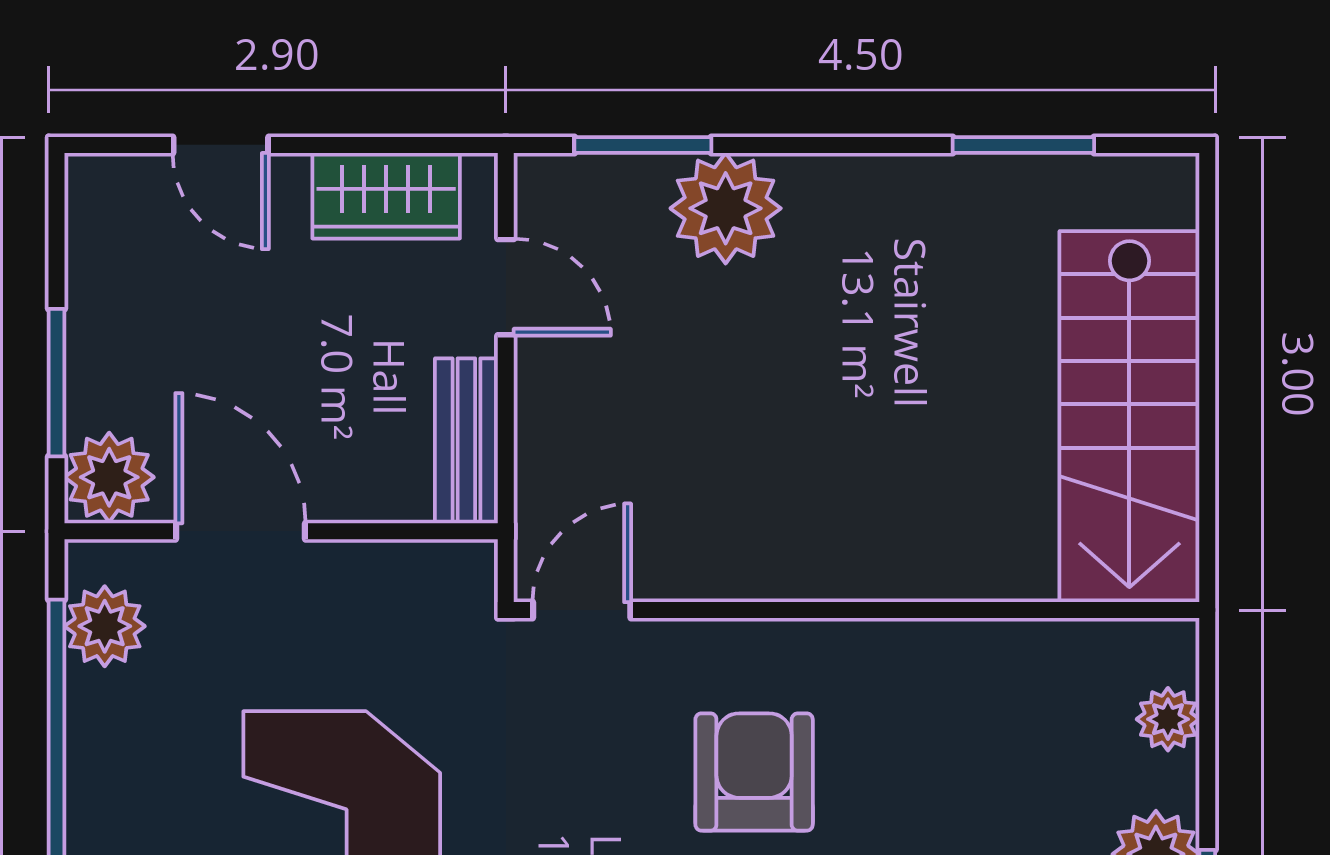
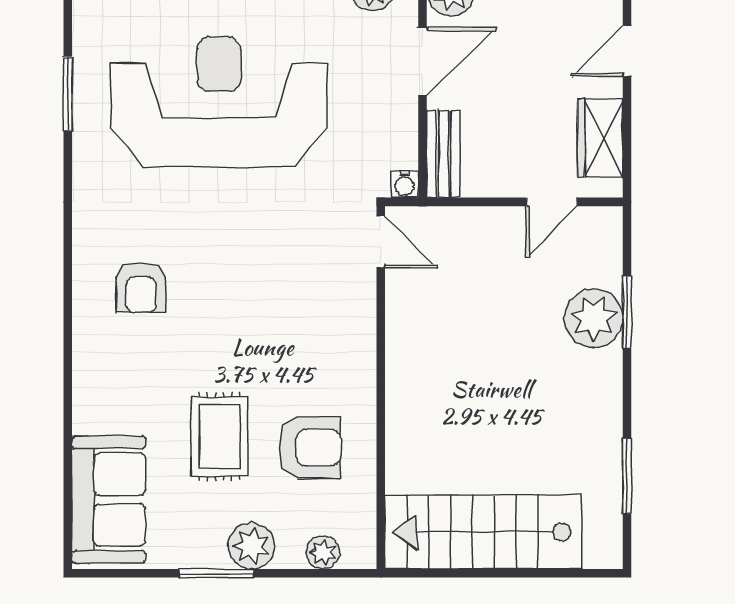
window: (643, 145) -> (627, 313), moved
bench: (466, 441) -> (443, 154), moved, turned 90
water cooler: (472, 565) -> (405, 184), added
armchair: (754, 772) -> (310, 447), moved

